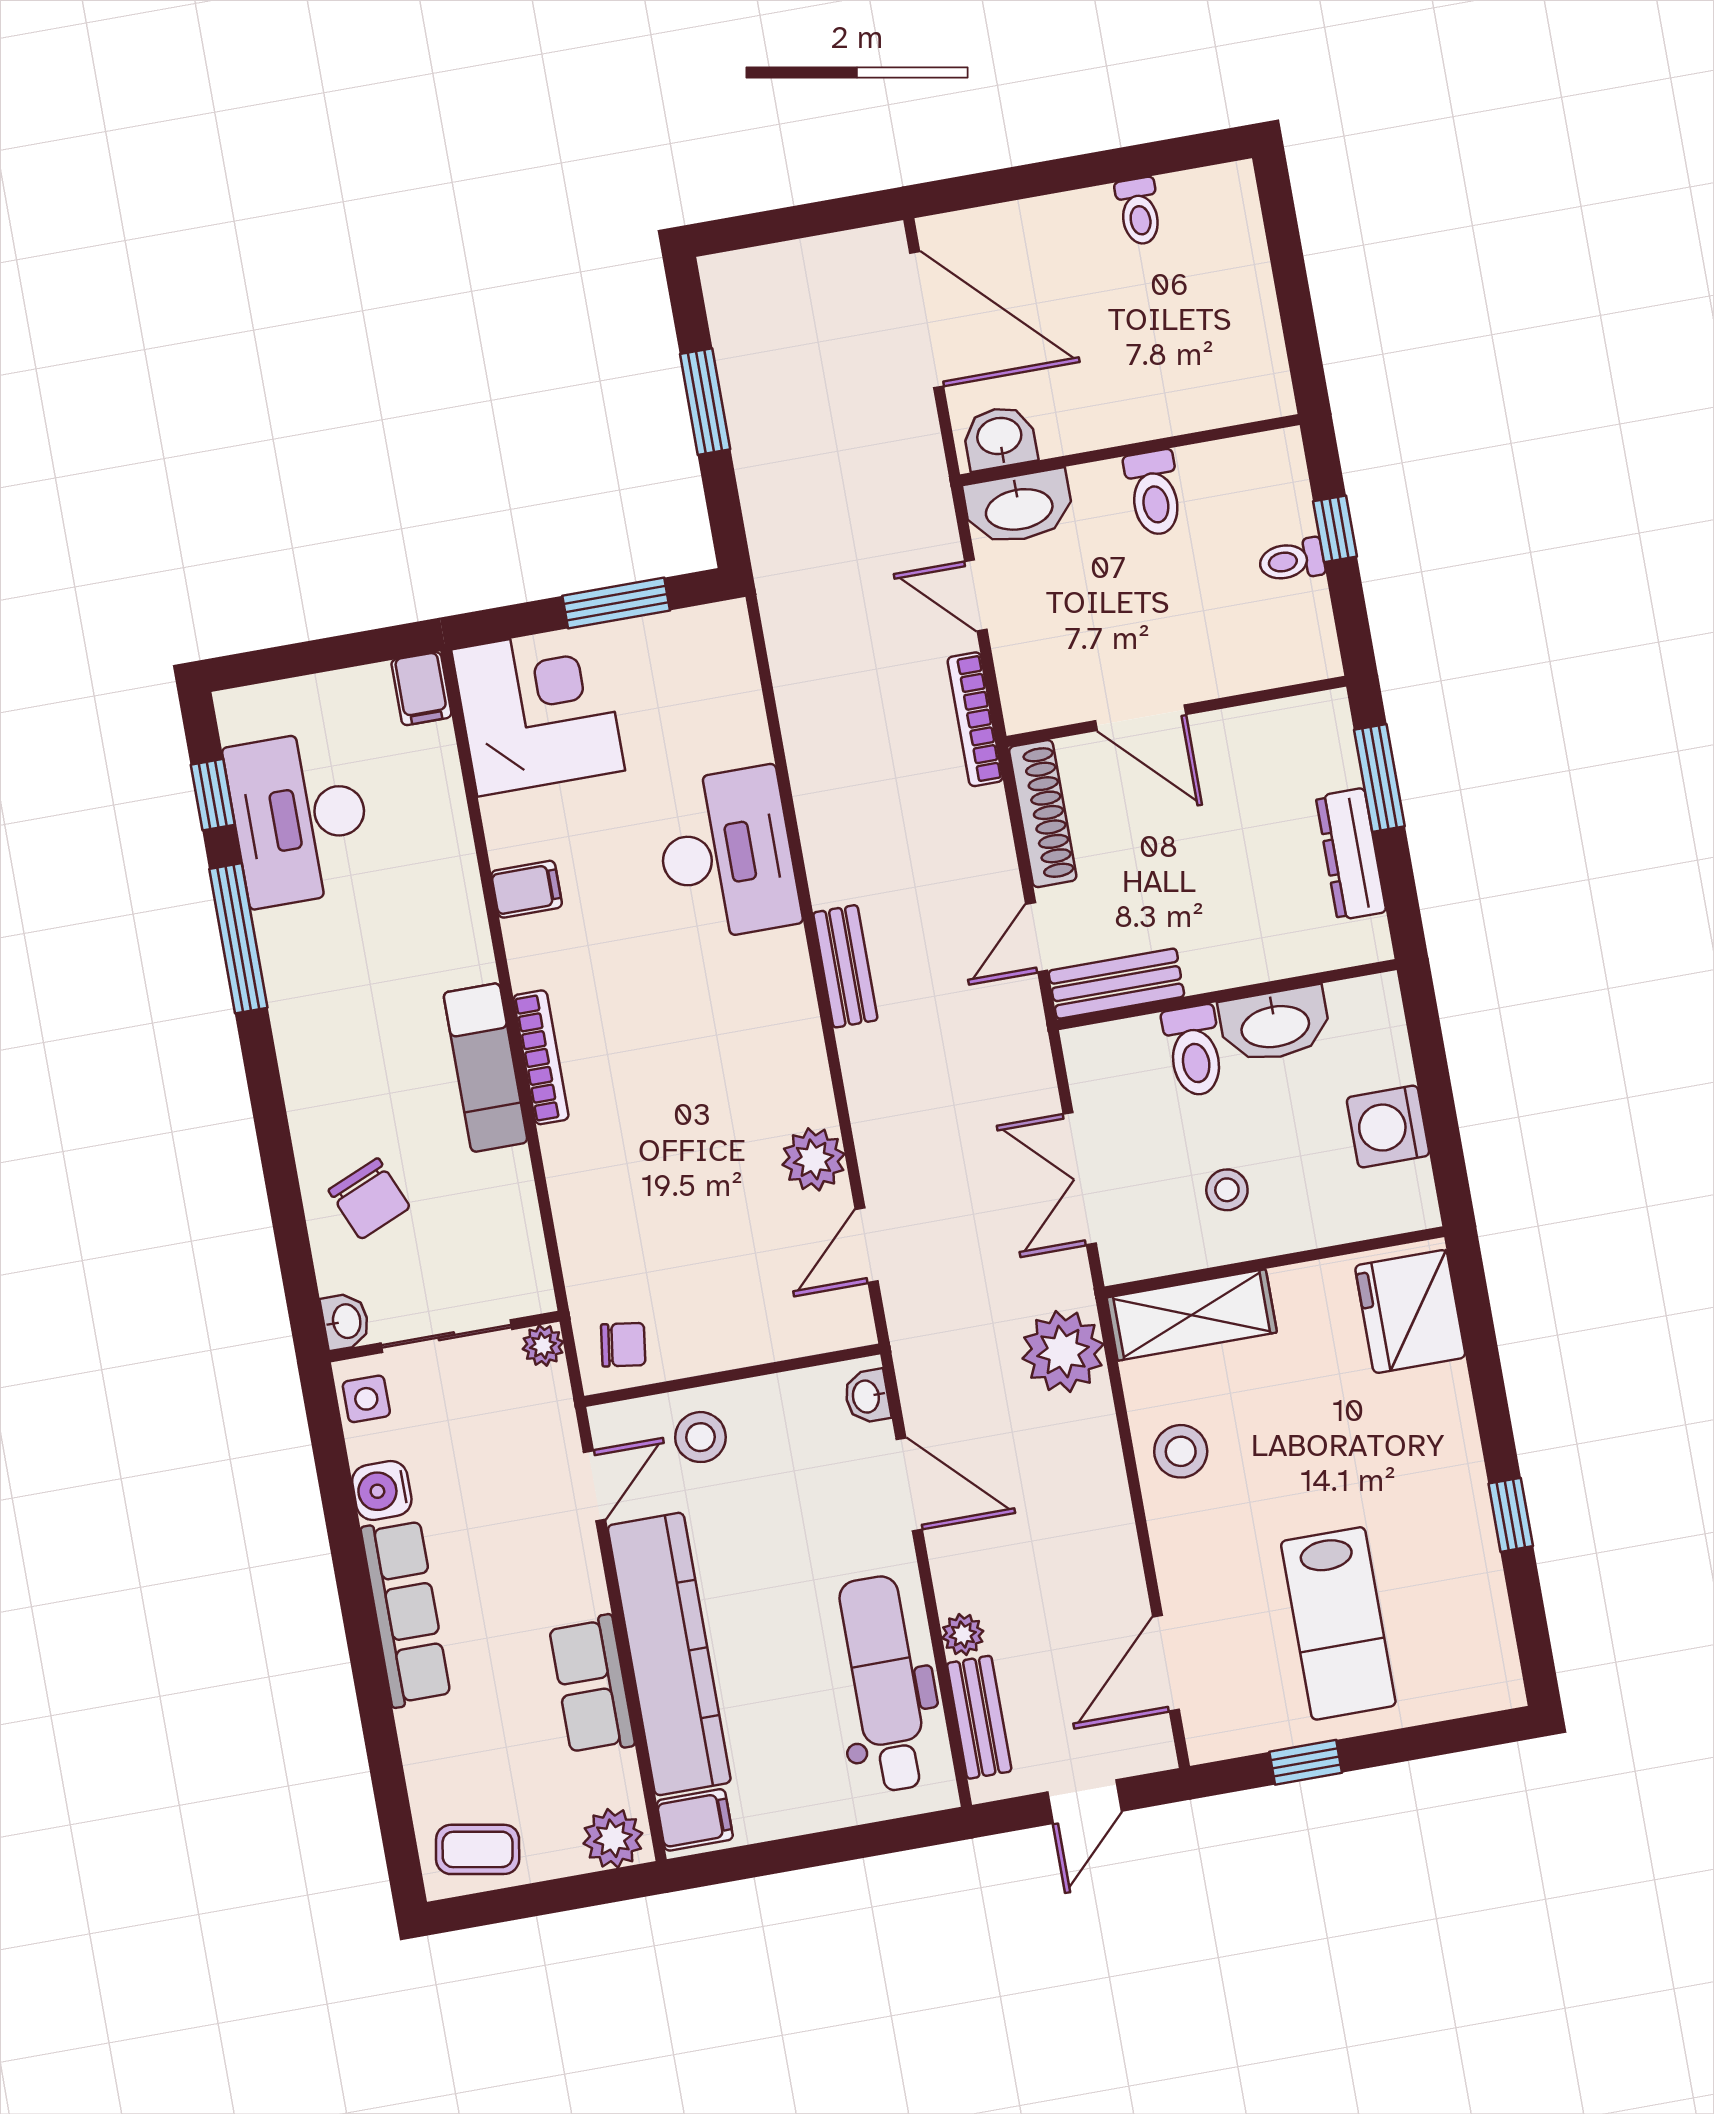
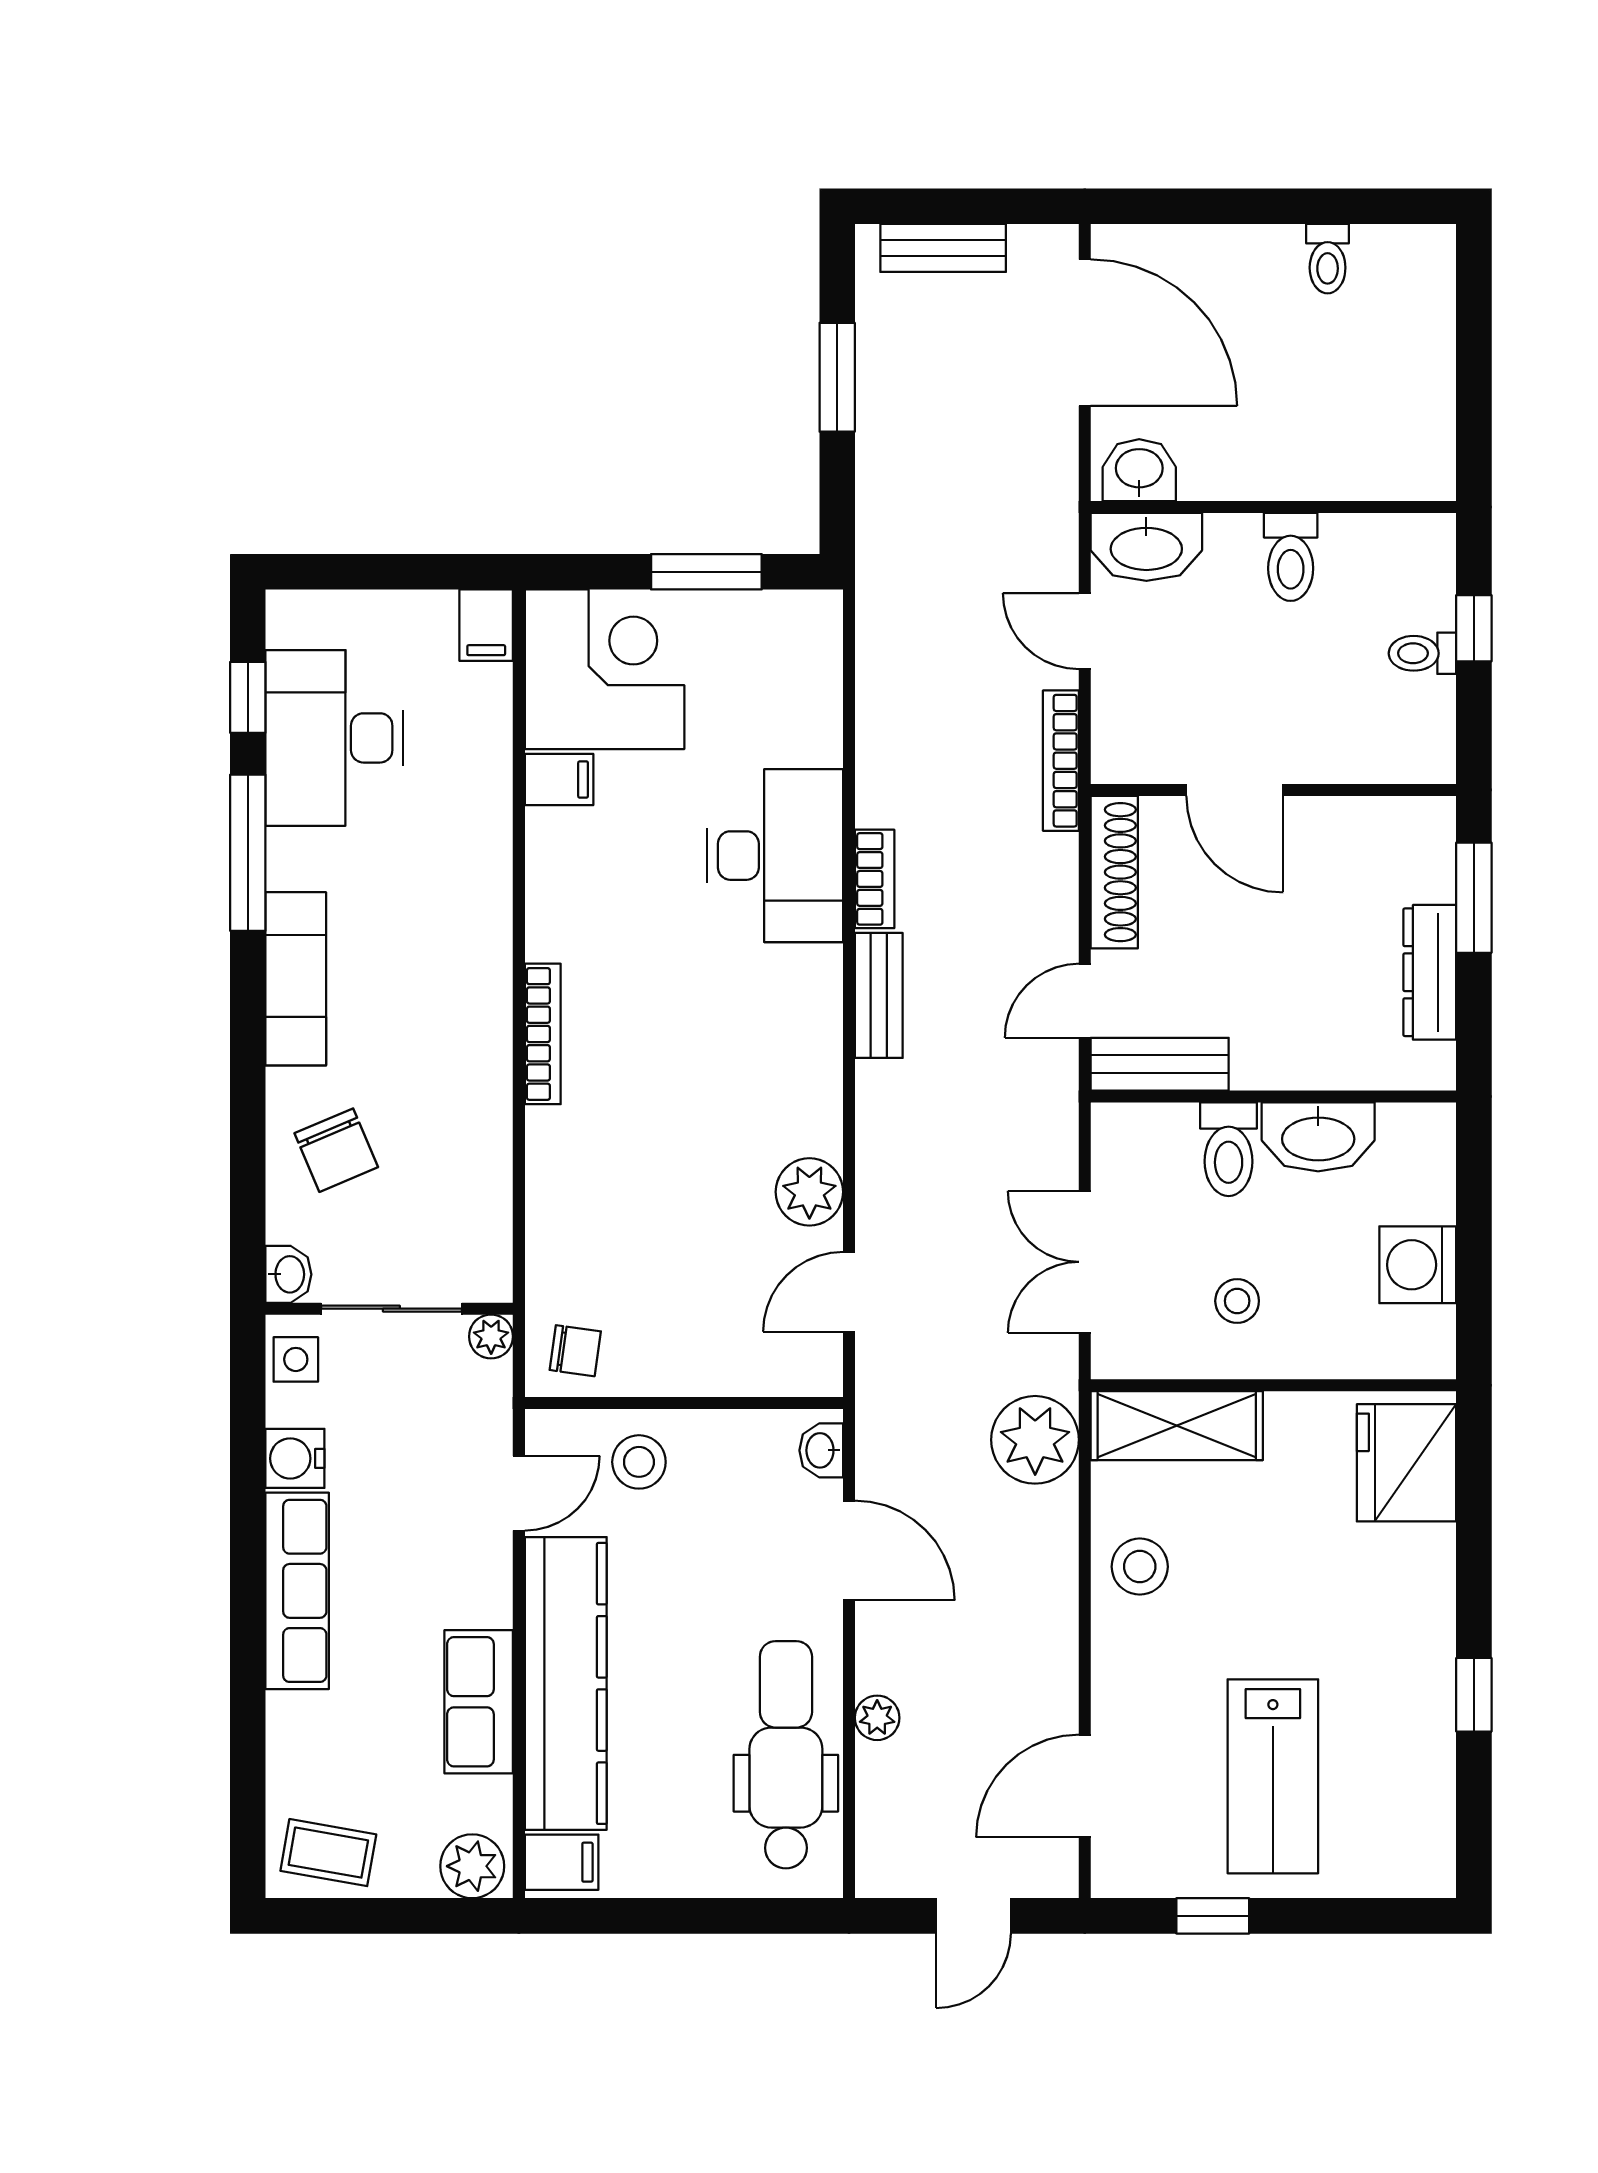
bookcase: (822, 859) -> (875, 879), added
filing cabinet: (527, 889) -> (559, 780), moved
exam couch: (485, 1068) -> (296, 979), moved, turned 180
bench: (979, 1717) -> (943, 248), moved, turned 90

